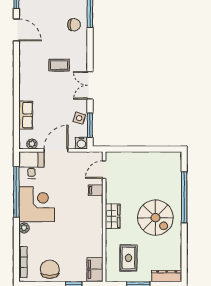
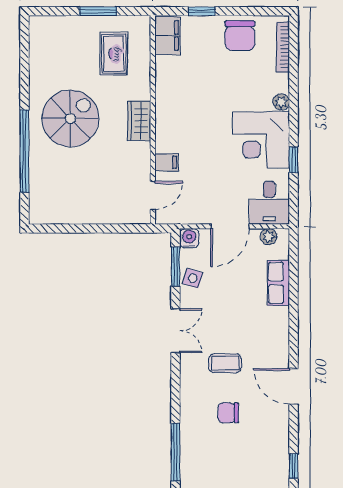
chair: (74, 25) -> (228, 413), moved
door: (16, 30) -> (293, 386), moved
window: (16, 192) -> (293, 160), width x0.32
spiral stairs: (155, 218) -> (70, 118), turned 90
dresser: (167, 276) -> (52, 25), removed

